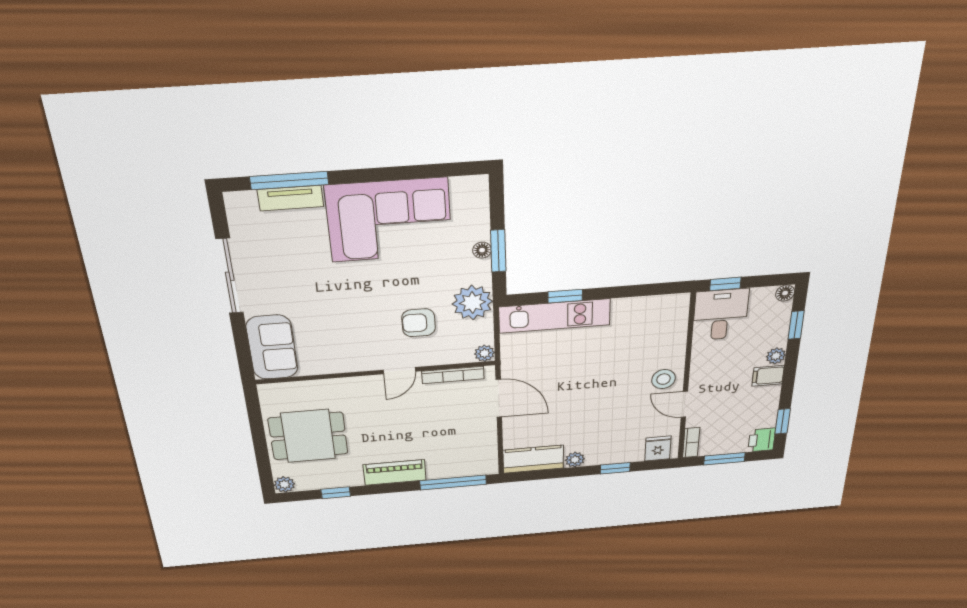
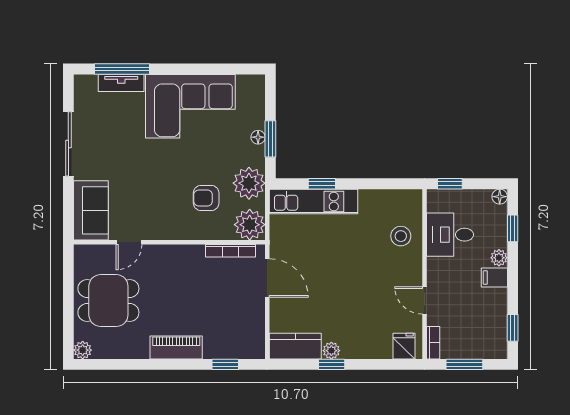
desk: (721, 315) -> (450, 235), moved, turned -90
plant: (485, 353) -> (250, 225), width x1.88, depth x1.88
door: (399, 371) -> (129, 242), moved
stool: (663, 379) -> (401, 236), moved
printer: (762, 440) -> (496, 347), removed
window: (615, 468) -> (332, 364), moved
window: (453, 482) -> (225, 364), width x0.46
window: (336, 493) -> (124, 364), removed

